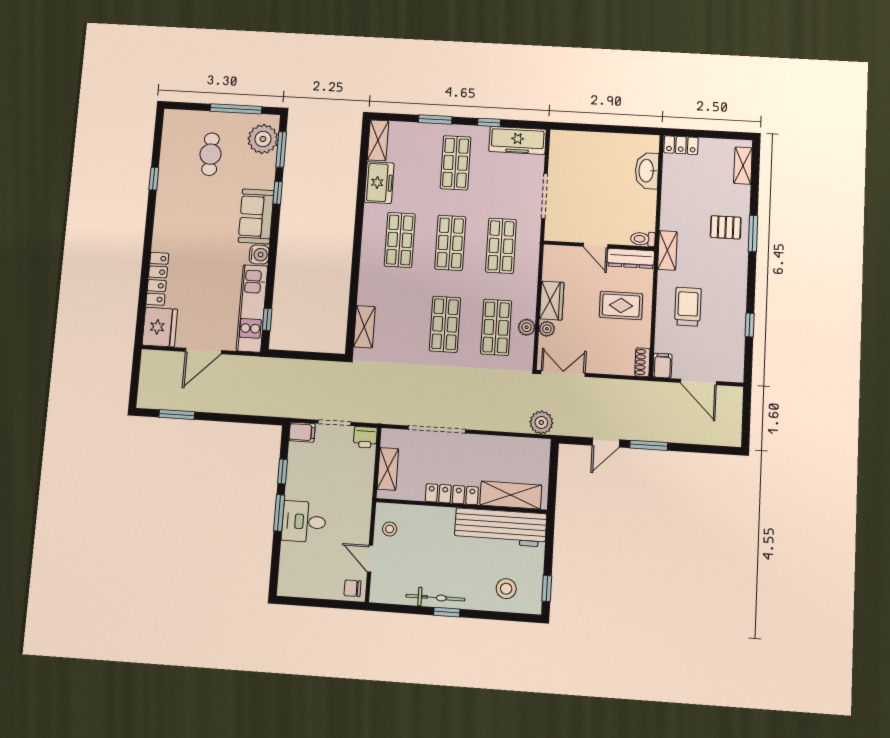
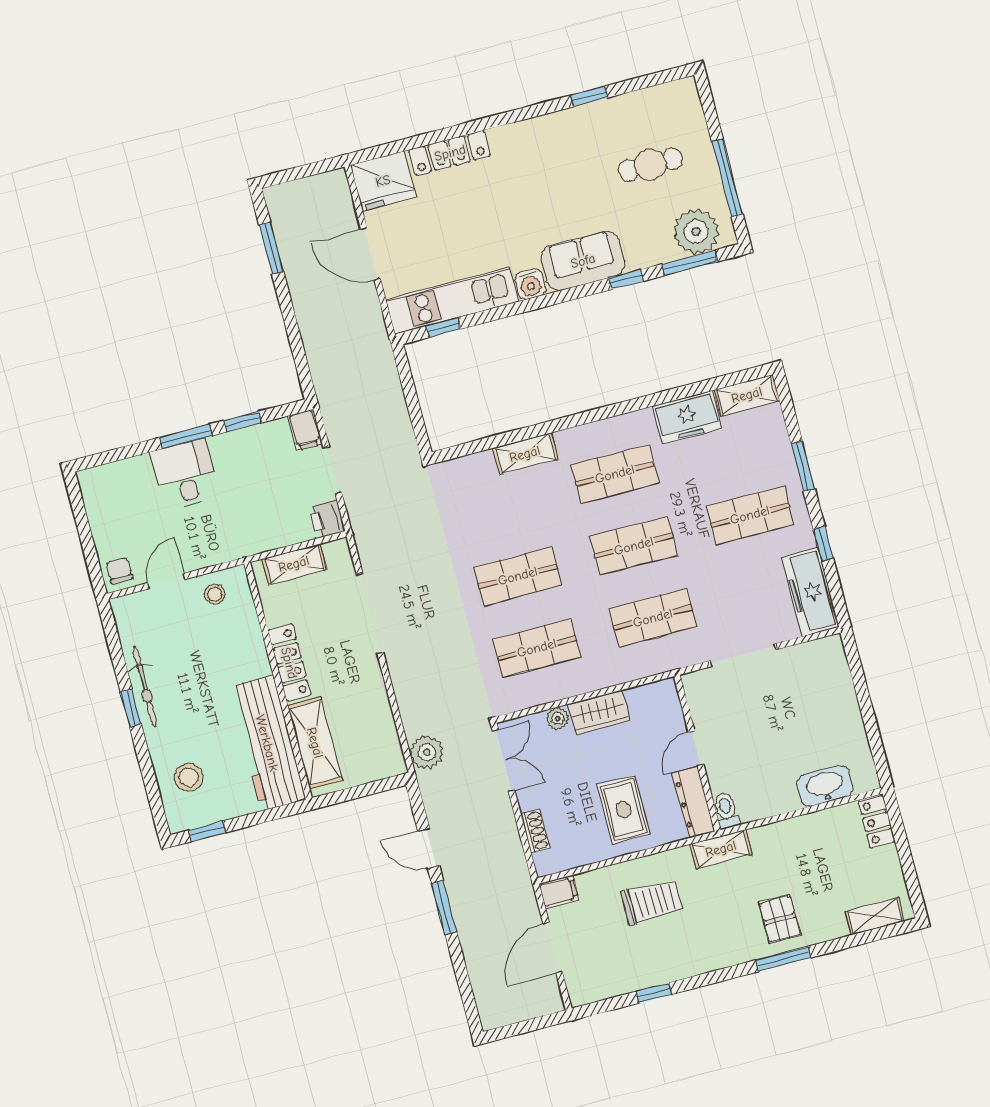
shelving: (364, 327) -> (525, 454), moved
plant: (527, 327) -> (551, 690), removed
shoe rack: (642, 362) -> (535, 831), moved, turned 90

